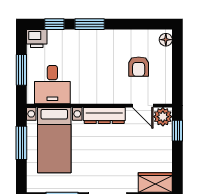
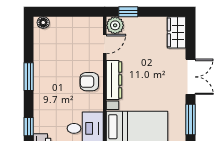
window: (90, 24) -> (29, 77), moved
armchair: (139, 67) -> (89, 82), moved, turned 180

